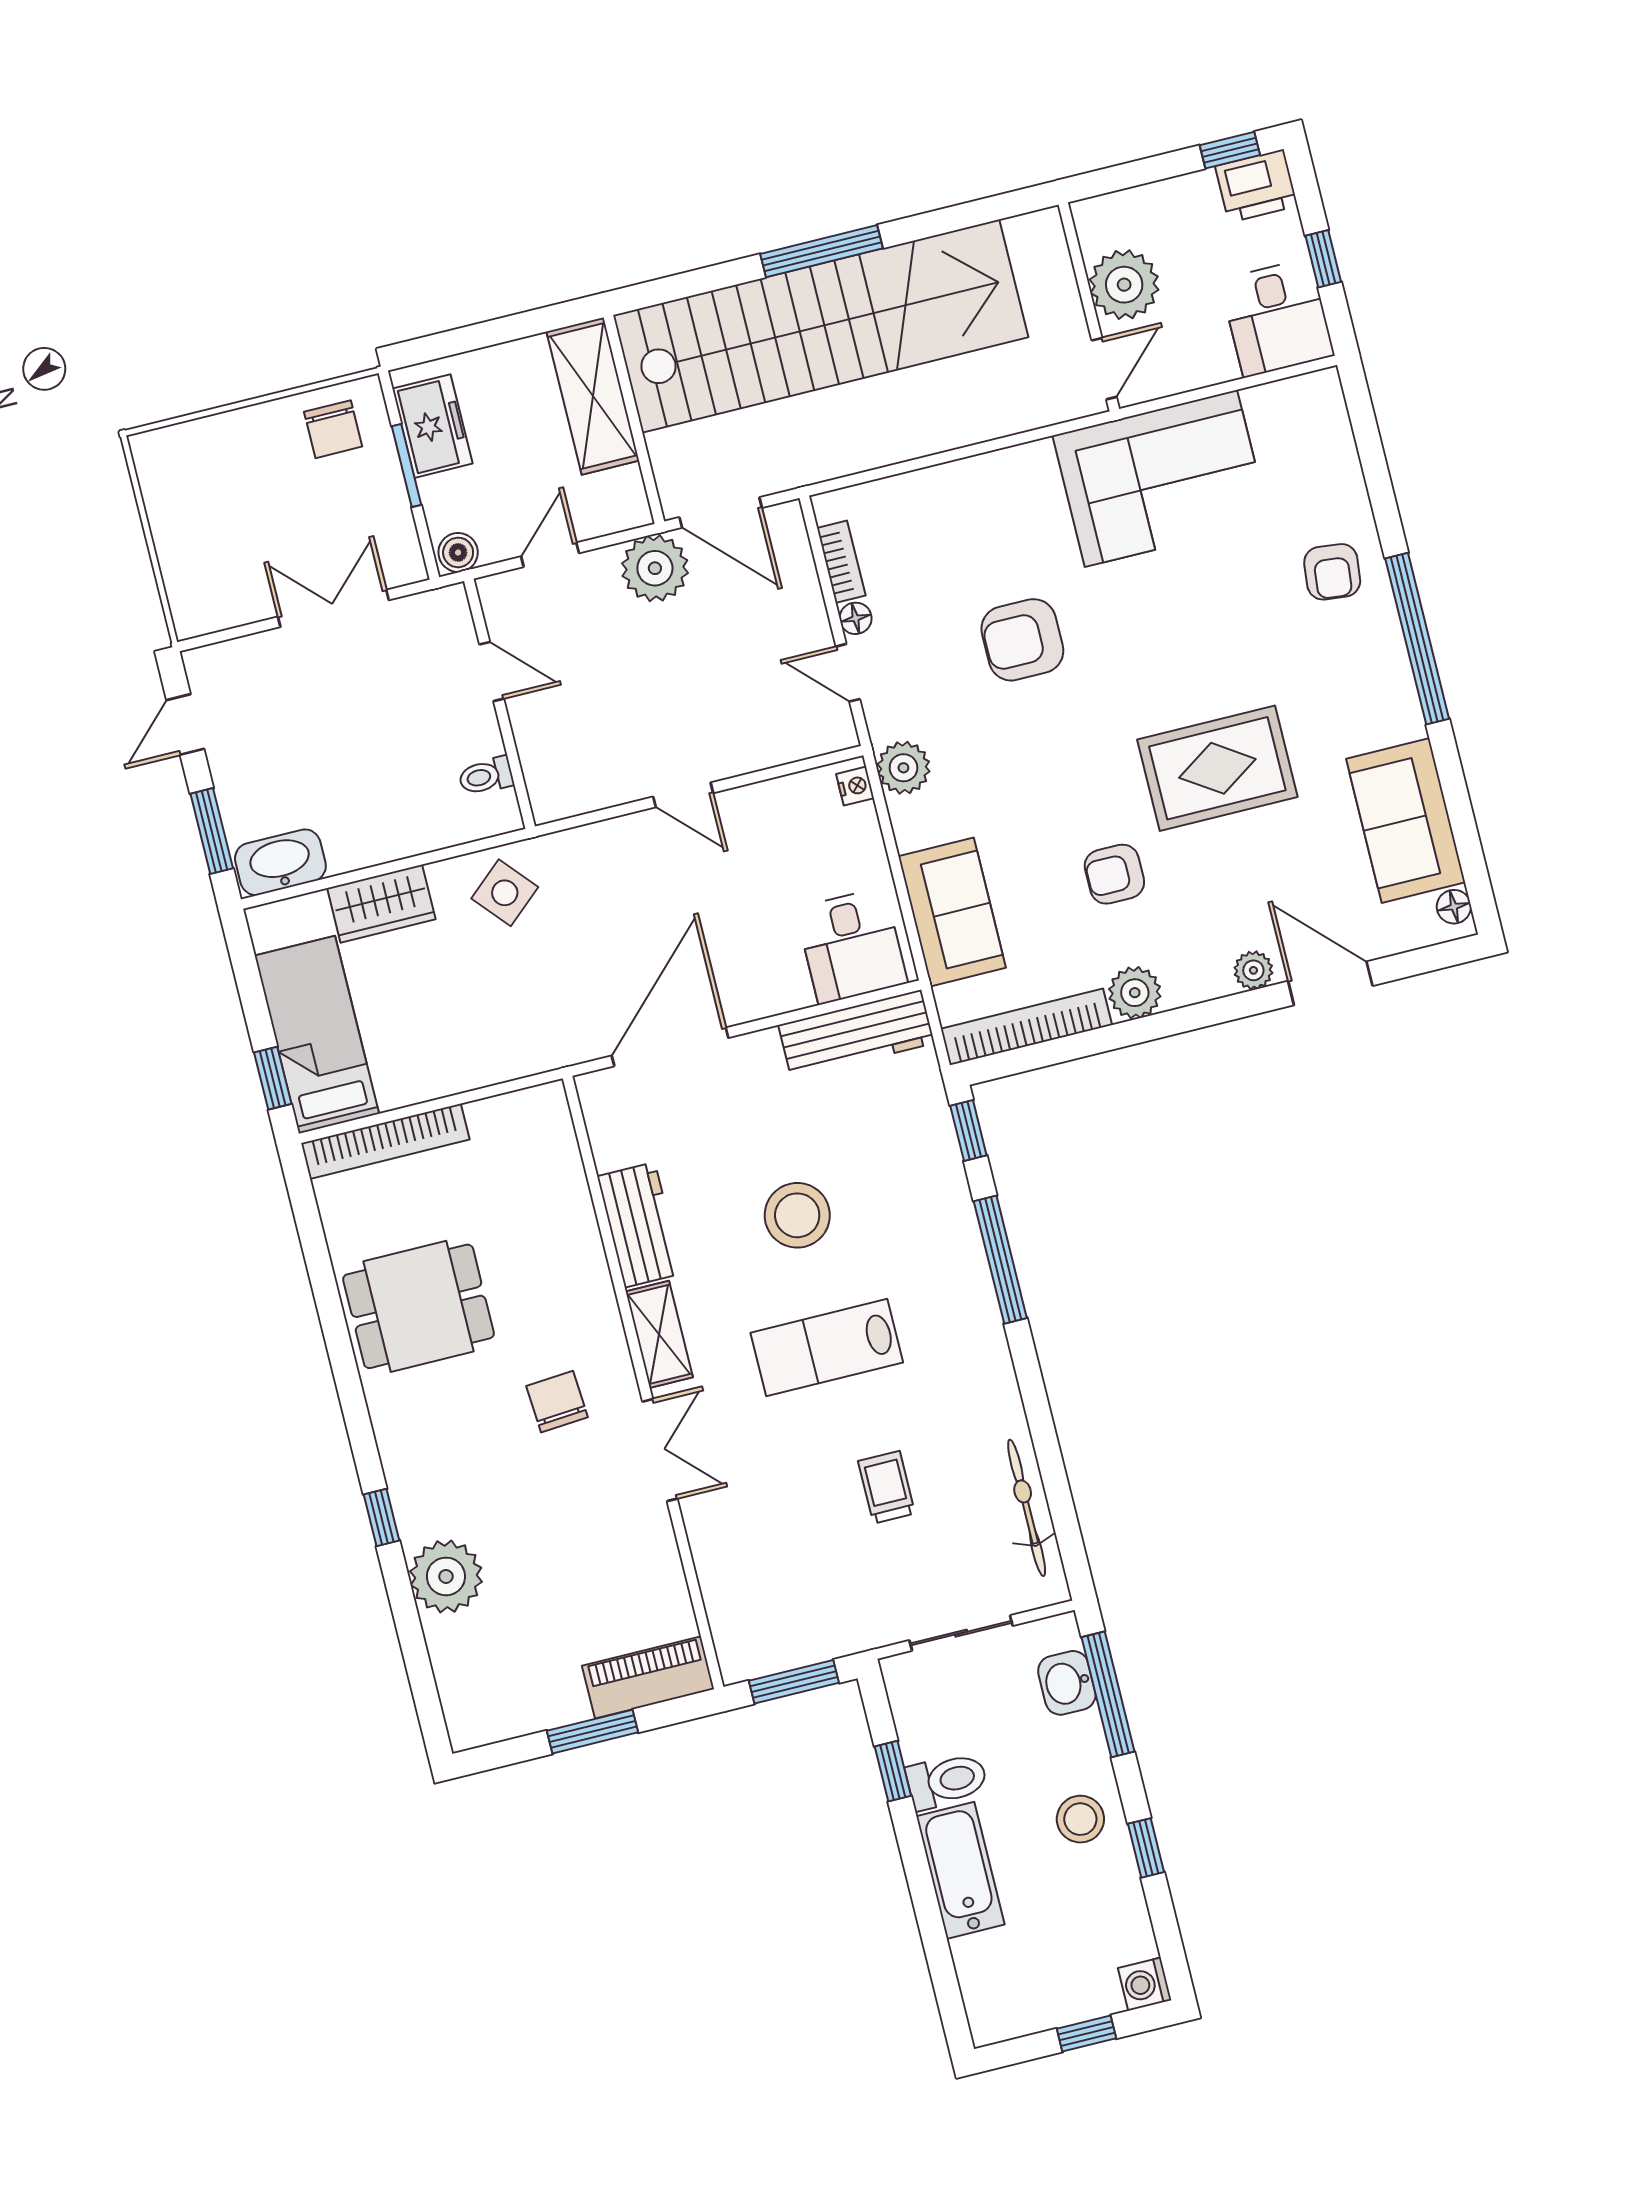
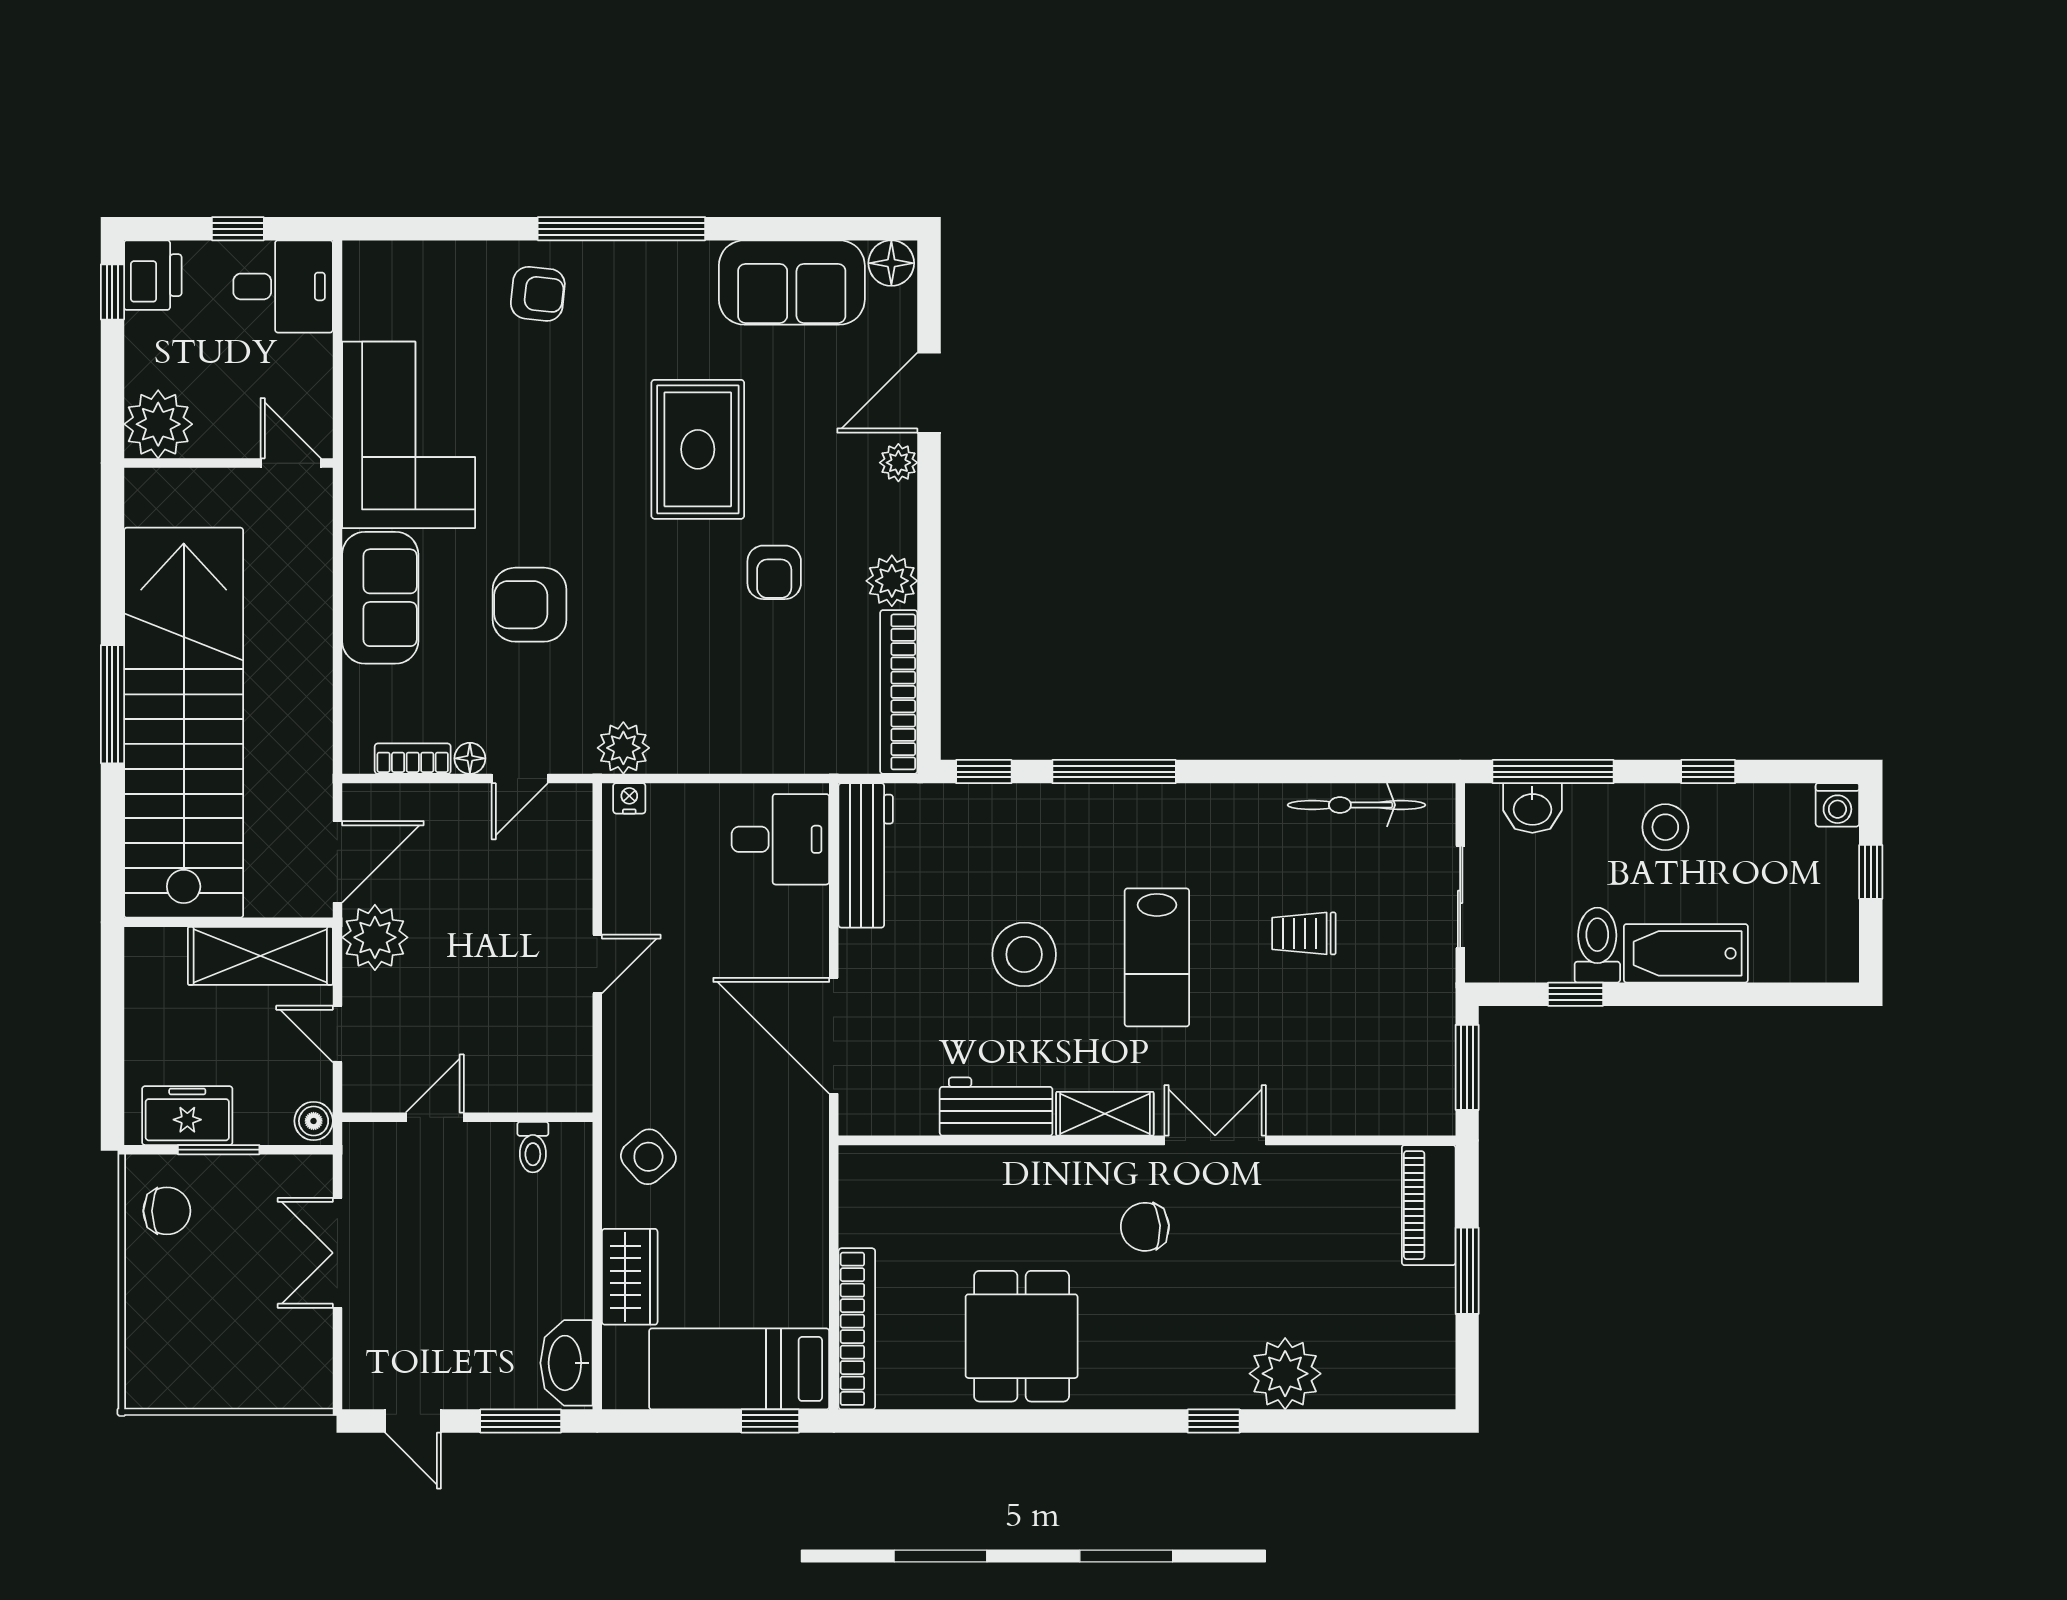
plant: (1124, 285) -> (158, 424), moved
shelving: (593, 396) -> (260, 956), moved
armchair: (1022, 640) -> (530, 605), turned 90
floor lamp: (1454, 907) -> (891, 263), width x1.37, depth x1.37
sofa: (952, 912) -> (380, 598), moved, turned 90

